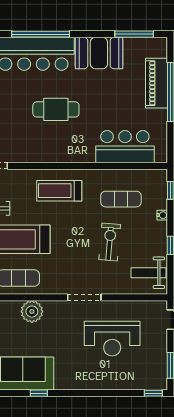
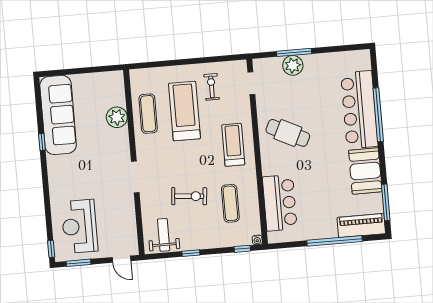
piano: (156, 83) -> (361, 226), moved
cafe table: (56, 109) -> (288, 133), moved, turned -64
water cooler: (162, 215) -> (257, 240), moved
plant: (32, 312) -> (117, 117), moved
reception desk: (112, 339) -> (79, 226), moved

